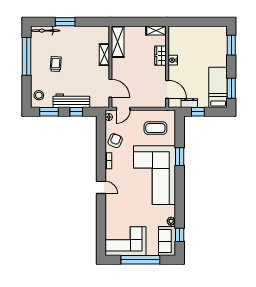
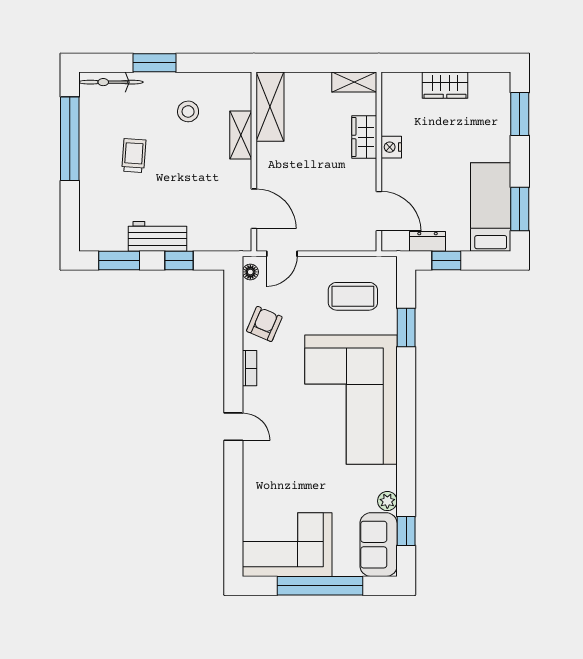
wardrobe: (197, 32) -> (445, 85), added
stool: (39, 95) -> (188, 111), moved
workbench: (71, 101) -> (158, 236), width x0.73
window: (180, 157) -> (406, 328), moved

